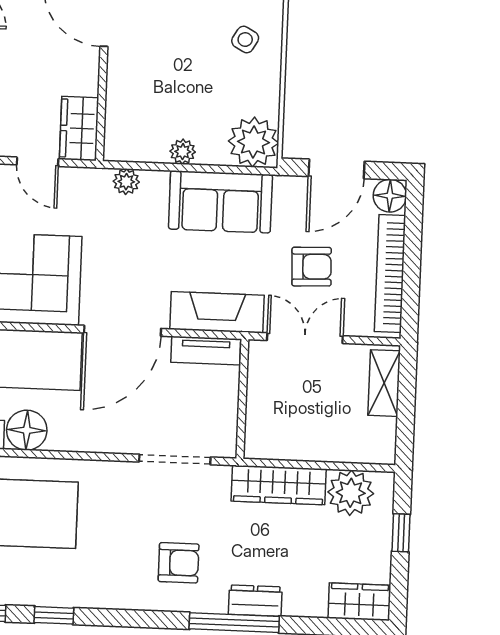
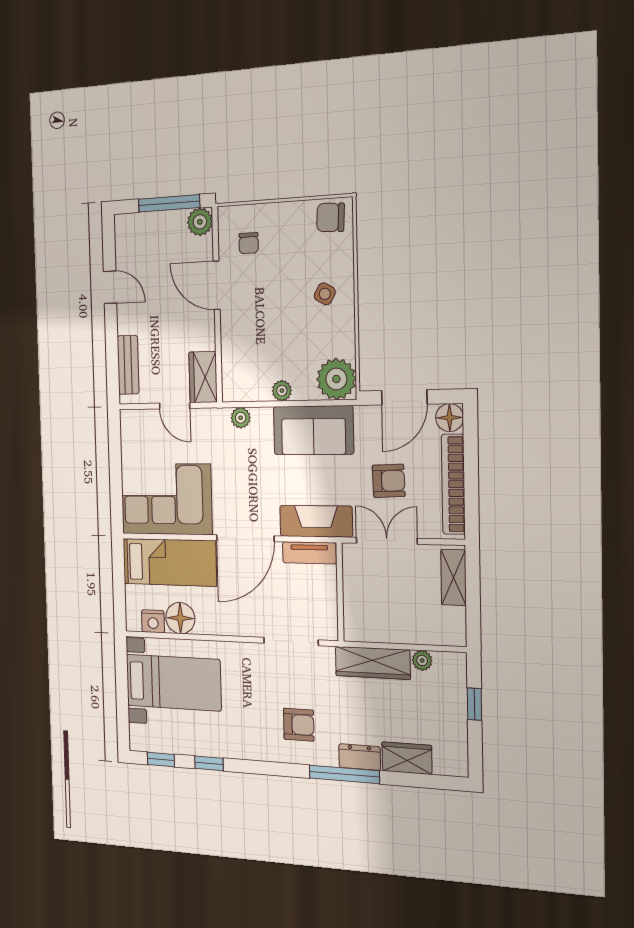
plant: (351, 493) -> (422, 660), width x0.53, depth x0.53
wardrobe: (359, 602) -> (407, 758), moved

